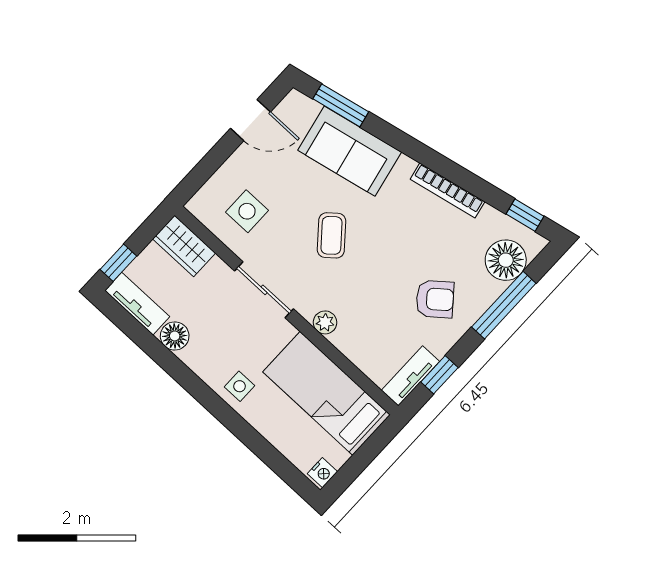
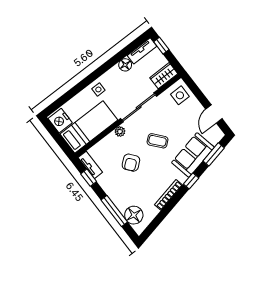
side table: (247, 211) -> (180, 95), moved
window: (525, 215) -> (191, 181), moved
sliding door: (264, 290) -> (139, 107), width x1.37
armchair: (435, 299) -> (131, 163), moved
nightstand: (322, 473) -> (60, 121), width x1.89, depth x1.79

